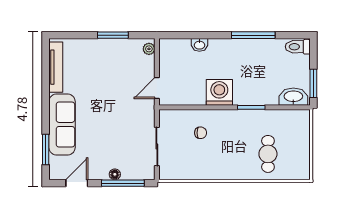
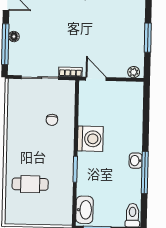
washbasin: (199, 45) -> (136, 161), moved
bookcase: (150, 115) -> (70, 72), added

